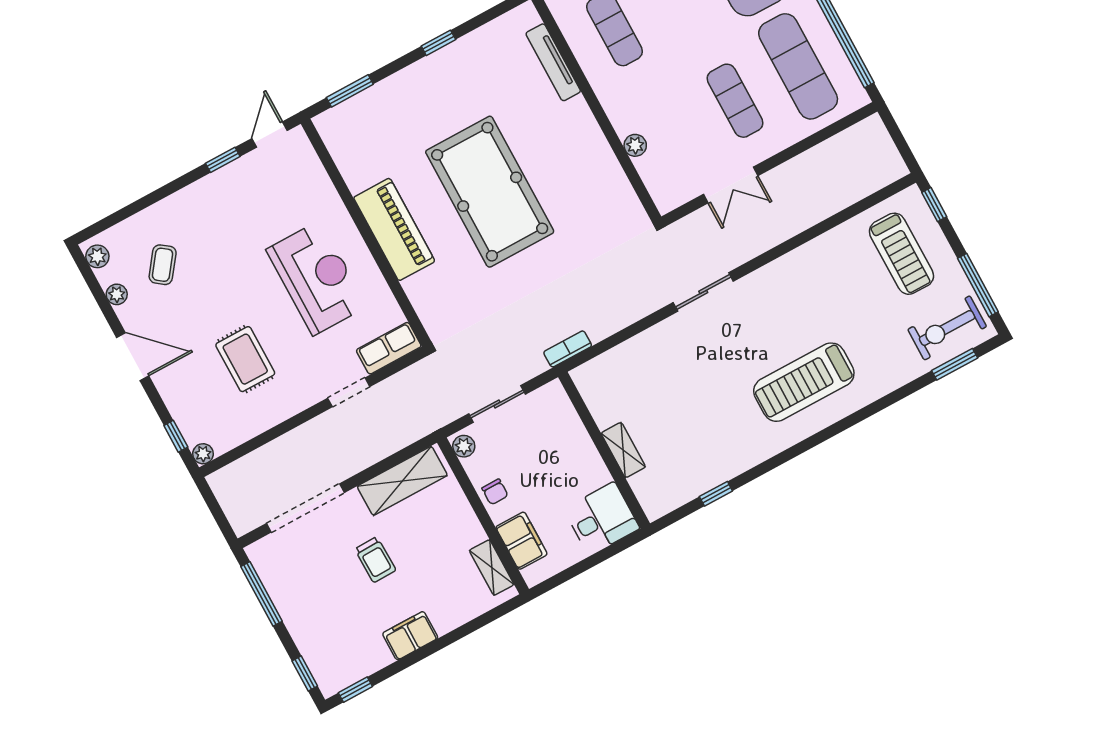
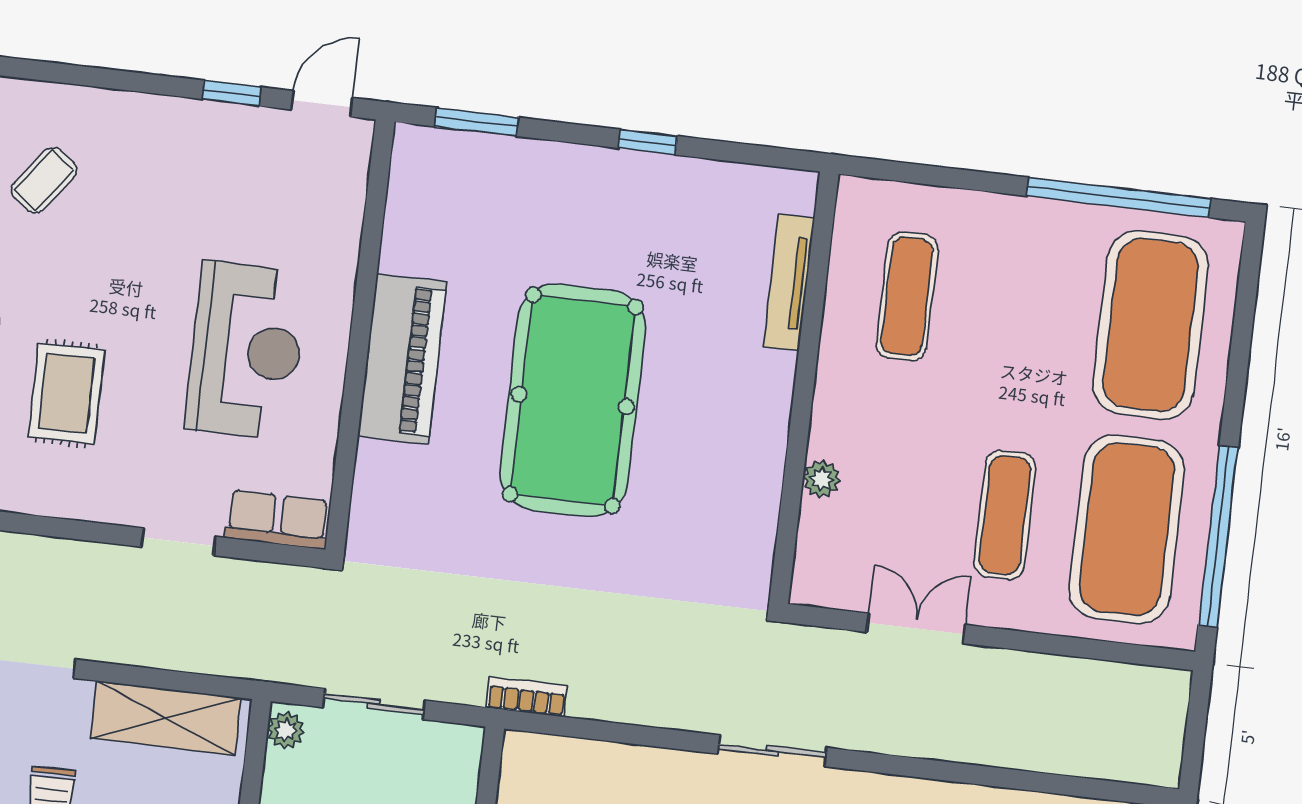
exercise mat: (798, 66) -> (1127, 529), width x1.47
double door: (731, 185) -> (916, 628), swing flipped

